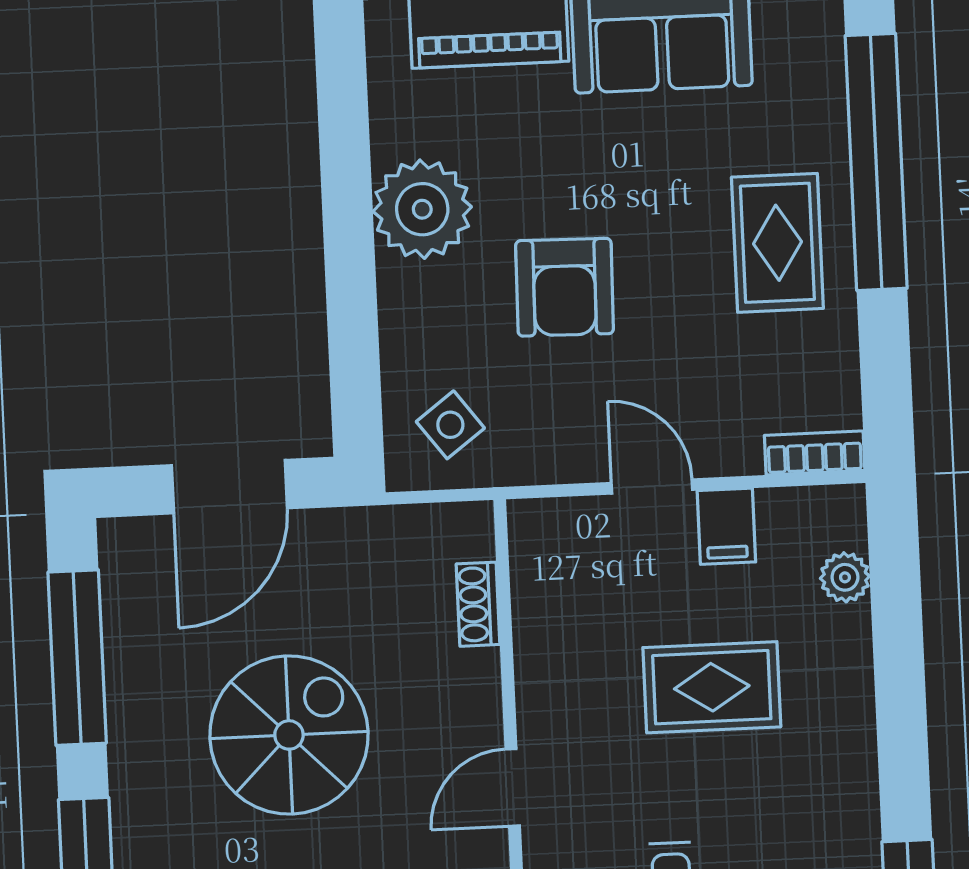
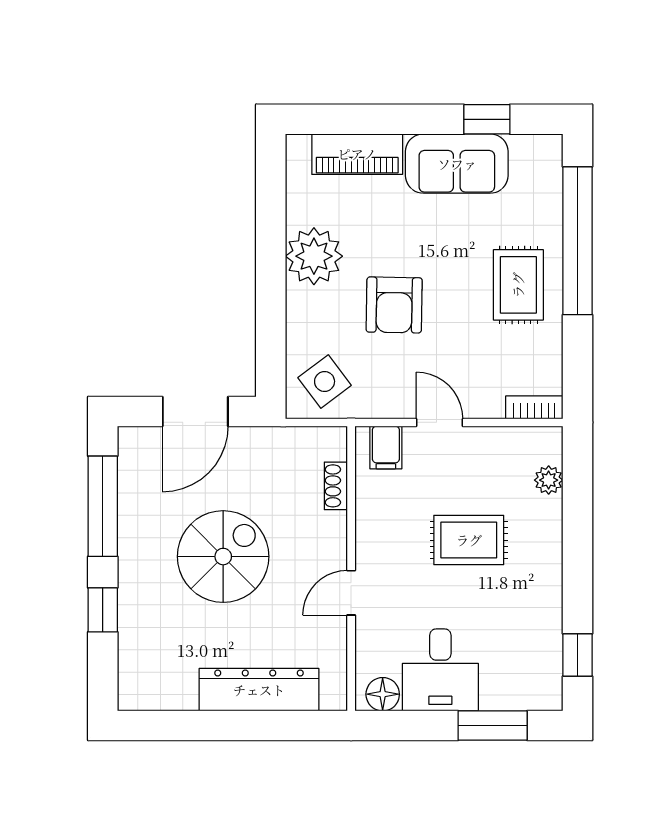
side table: (450, 425) -> (325, 382), width x1.37, depth x1.37
filing cabinet: (726, 526) -> (386, 447), moved

